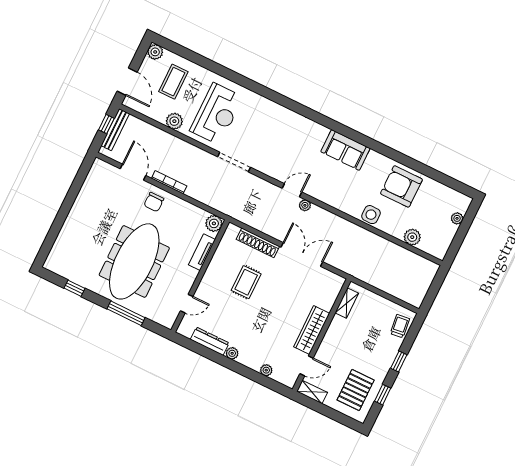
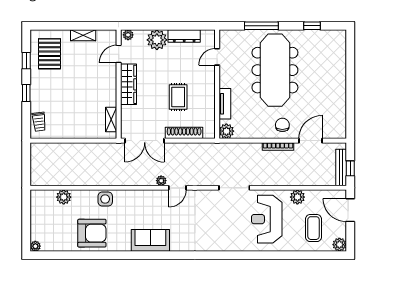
door: (133, 172) -> (311, 141), swing flipped
plant: (457, 218) -> (35, 246), moved
shelving: (347, 303) -> (111, 119), moved
wardrobe: (312, 330) -> (129, 84), moved
wall: (322, 335) -> (119, 84), moved
plant: (232, 353) -> (157, 40), width x1.87, depth x1.87
door: (307, 366) -> (119, 54), moved

